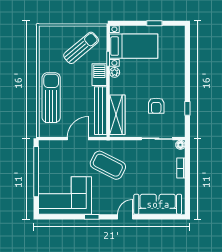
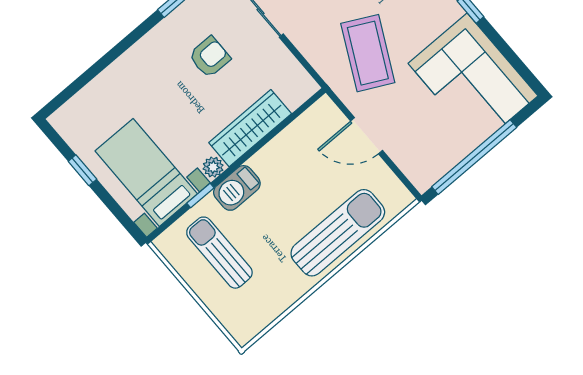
sun lounger: (81, 48) -> (219, 253), turned 40
sun lounger: (51, 98) -> (338, 233), turned 180
bench: (101, 111) -> (292, 138), removed
wardrobe: (117, 115) -> (250, 128), moved

